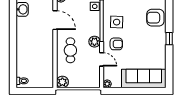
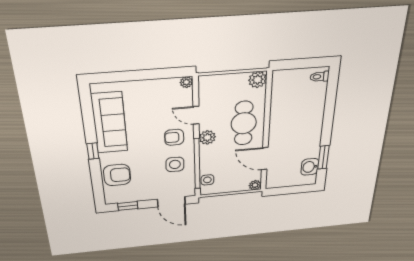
window: (13, 17) -> (323, 157), added
cafe table: (70, 50) -> (244, 123), width x1.37, depth x1.35
sofa: (144, 78) -> (109, 123), moved, turned -90

